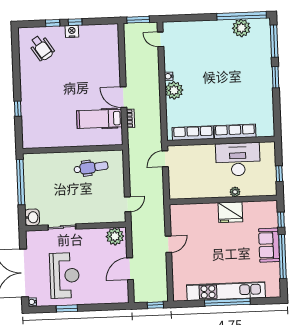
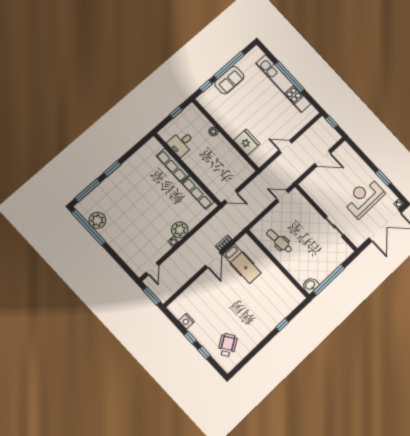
nightstand: (72, 31) -> (186, 321), moved
desk: (238, 159) -> (181, 143), width x0.53, depth x0.77
fridge: (230, 212) -> (247, 142), moved
washbasin: (32, 217) -> (310, 285), moved
plant: (115, 236) -> (310, 186), removed

